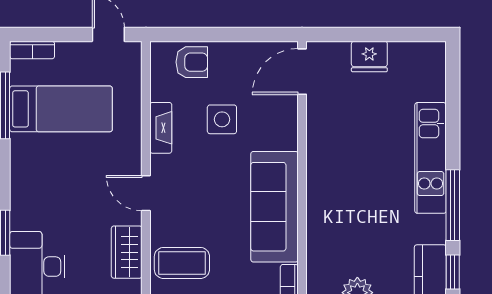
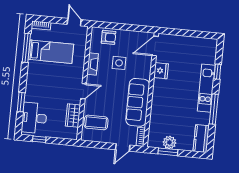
fridge: (369, 56) -> (161, 71), moved, turned -90
door: (146, 193) -> (84, 91), swing flipped
window: (453, 272) -> (217, 72), moved

